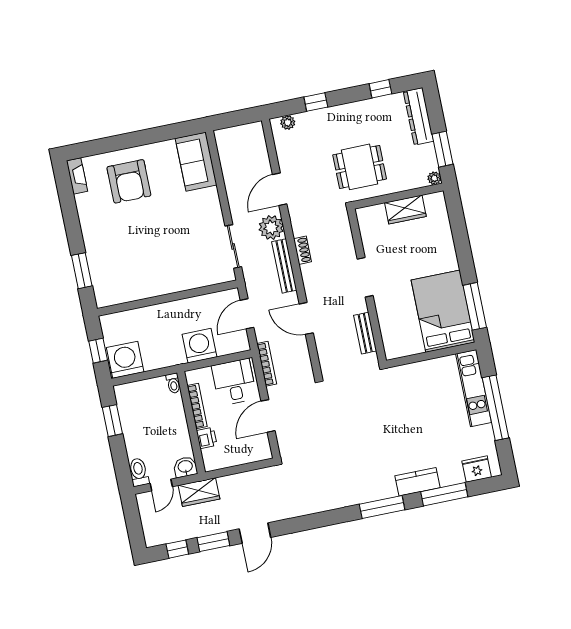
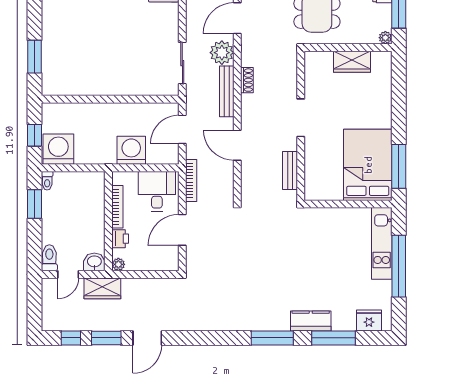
toilet: (173, 383) -> (47, 181), moved
plant: (210, 464) -> (118, 264), added

